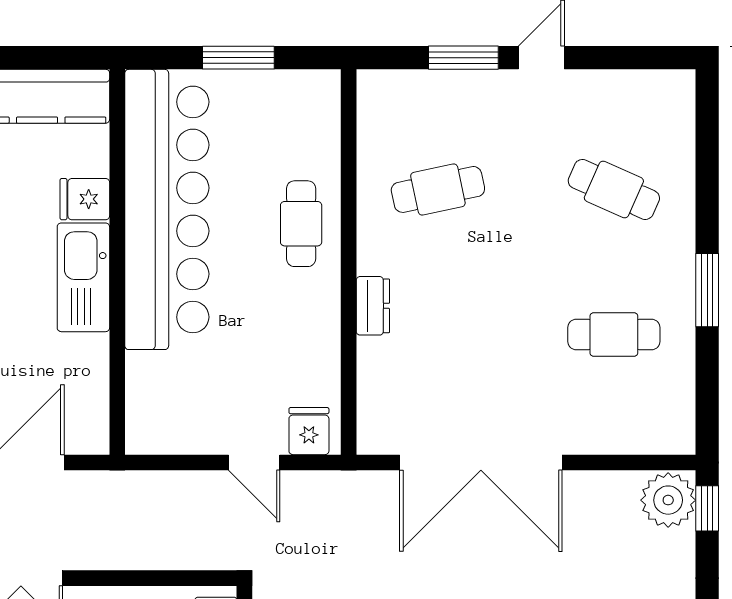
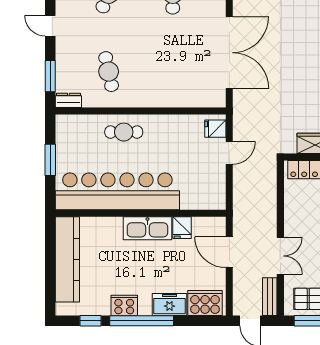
window: (463, 58) -> (50, 76), moved
fridge: (85, 199) -> (182, 228), moved
dresser: (373, 306) -> (68, 100), moved

